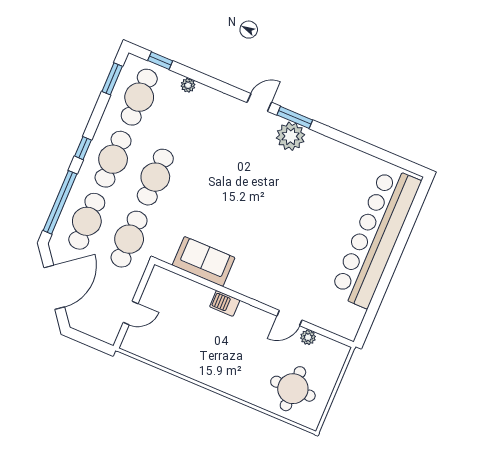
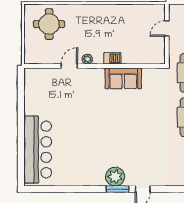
bar counter: (376, 237) -> (38, 149), width x0.73
sofa: (204, 261) -> (123, 78), moved
plant: (308, 337) -> (87, 59), moved

